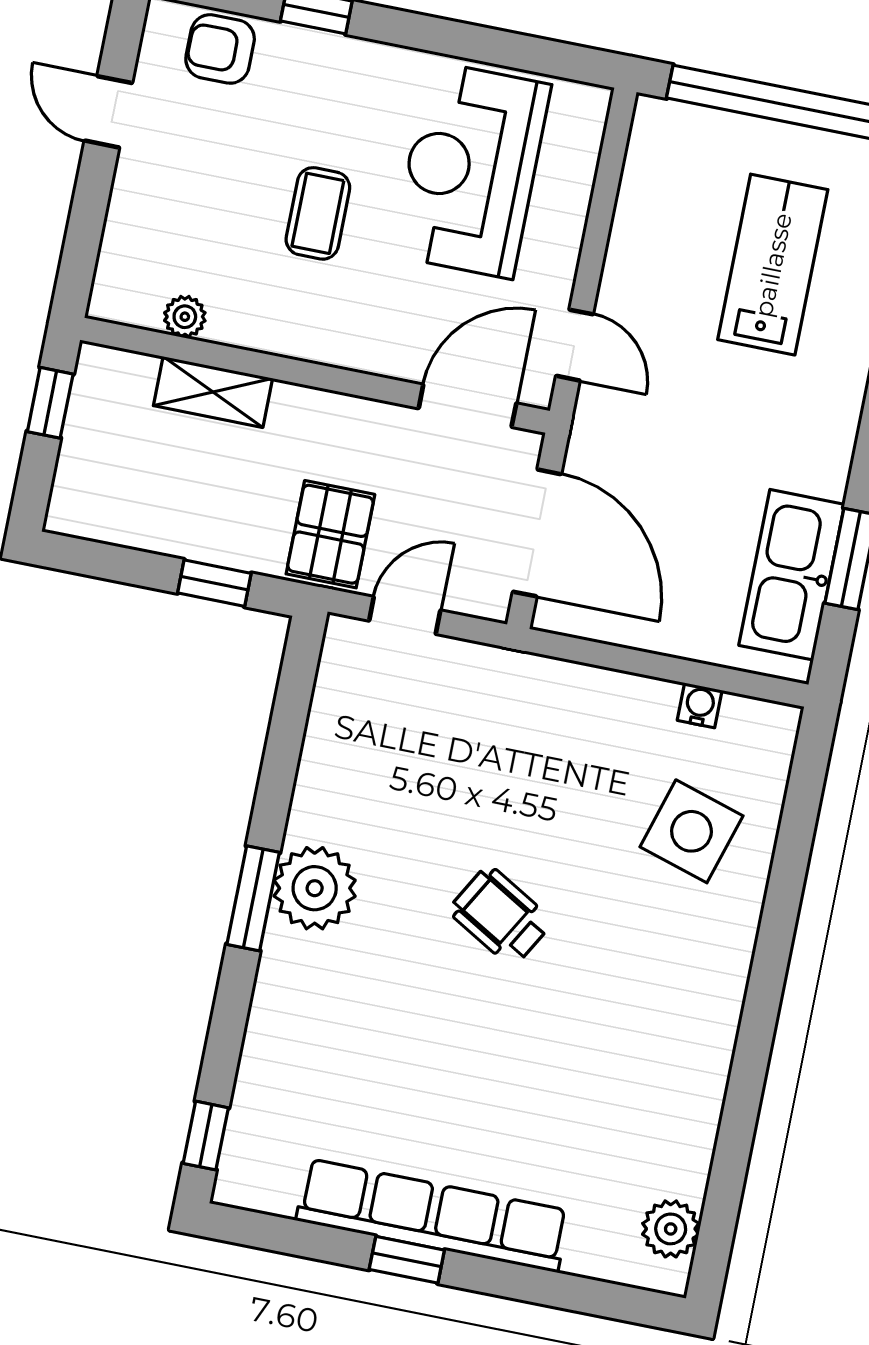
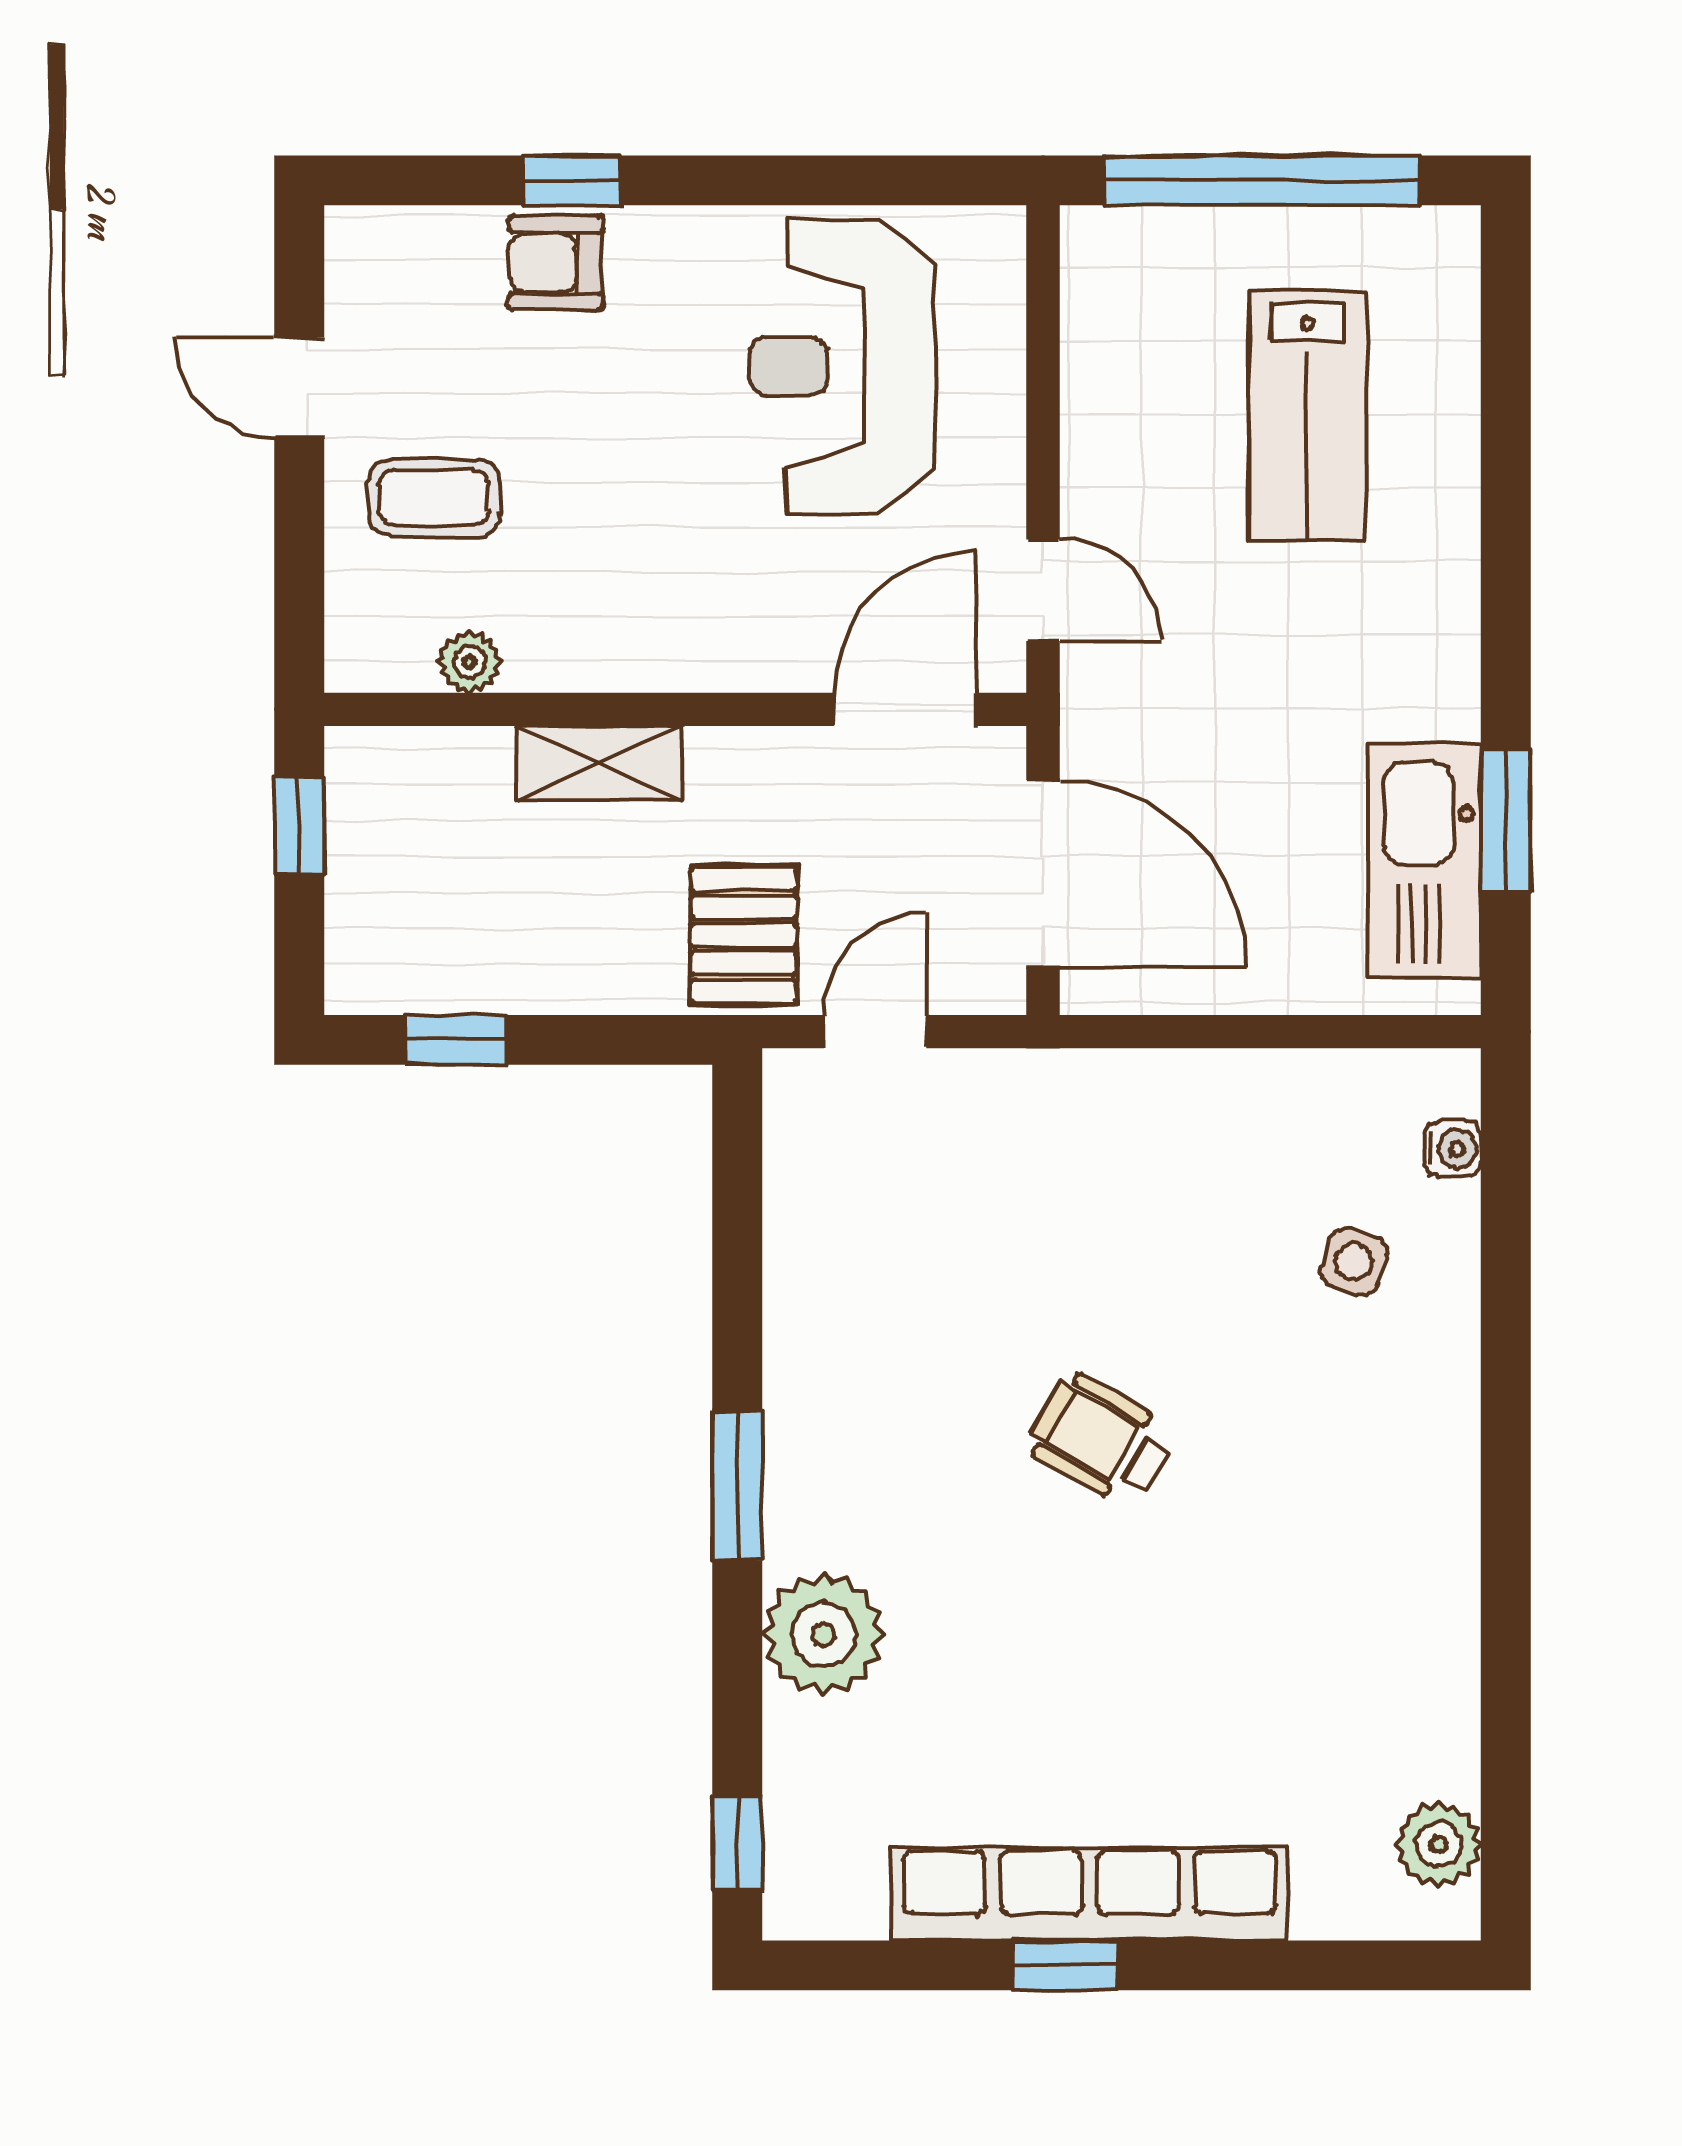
armchair: (220, 49) -> (556, 263), moved
coffee table: (318, 213) -> (434, 498), moved, turned 90
lab bench: (773, 265) -> (1307, 416), turned 180
shelving: (213, 392) -> (600, 763), moved
window: (214, 583) -> (456, 1040), moved
water cooler: (700, 705) -> (1453, 1149), moved, turned 90
side table: (691, 831) -> (1354, 1262), width x0.54, depth x0.54
plant: (315, 888) -> (823, 1635), moved

